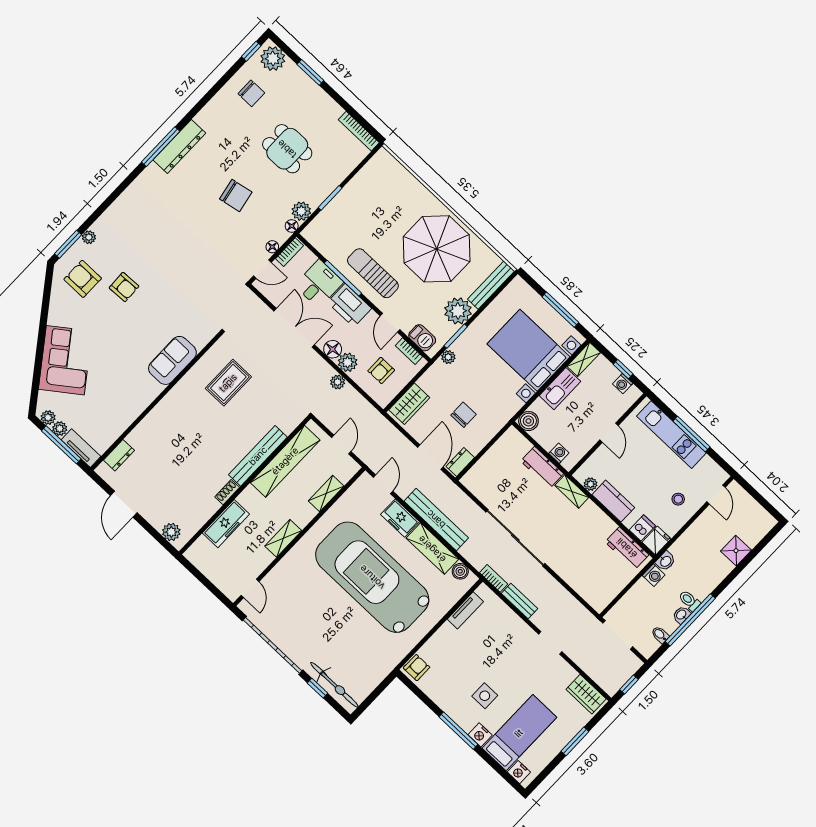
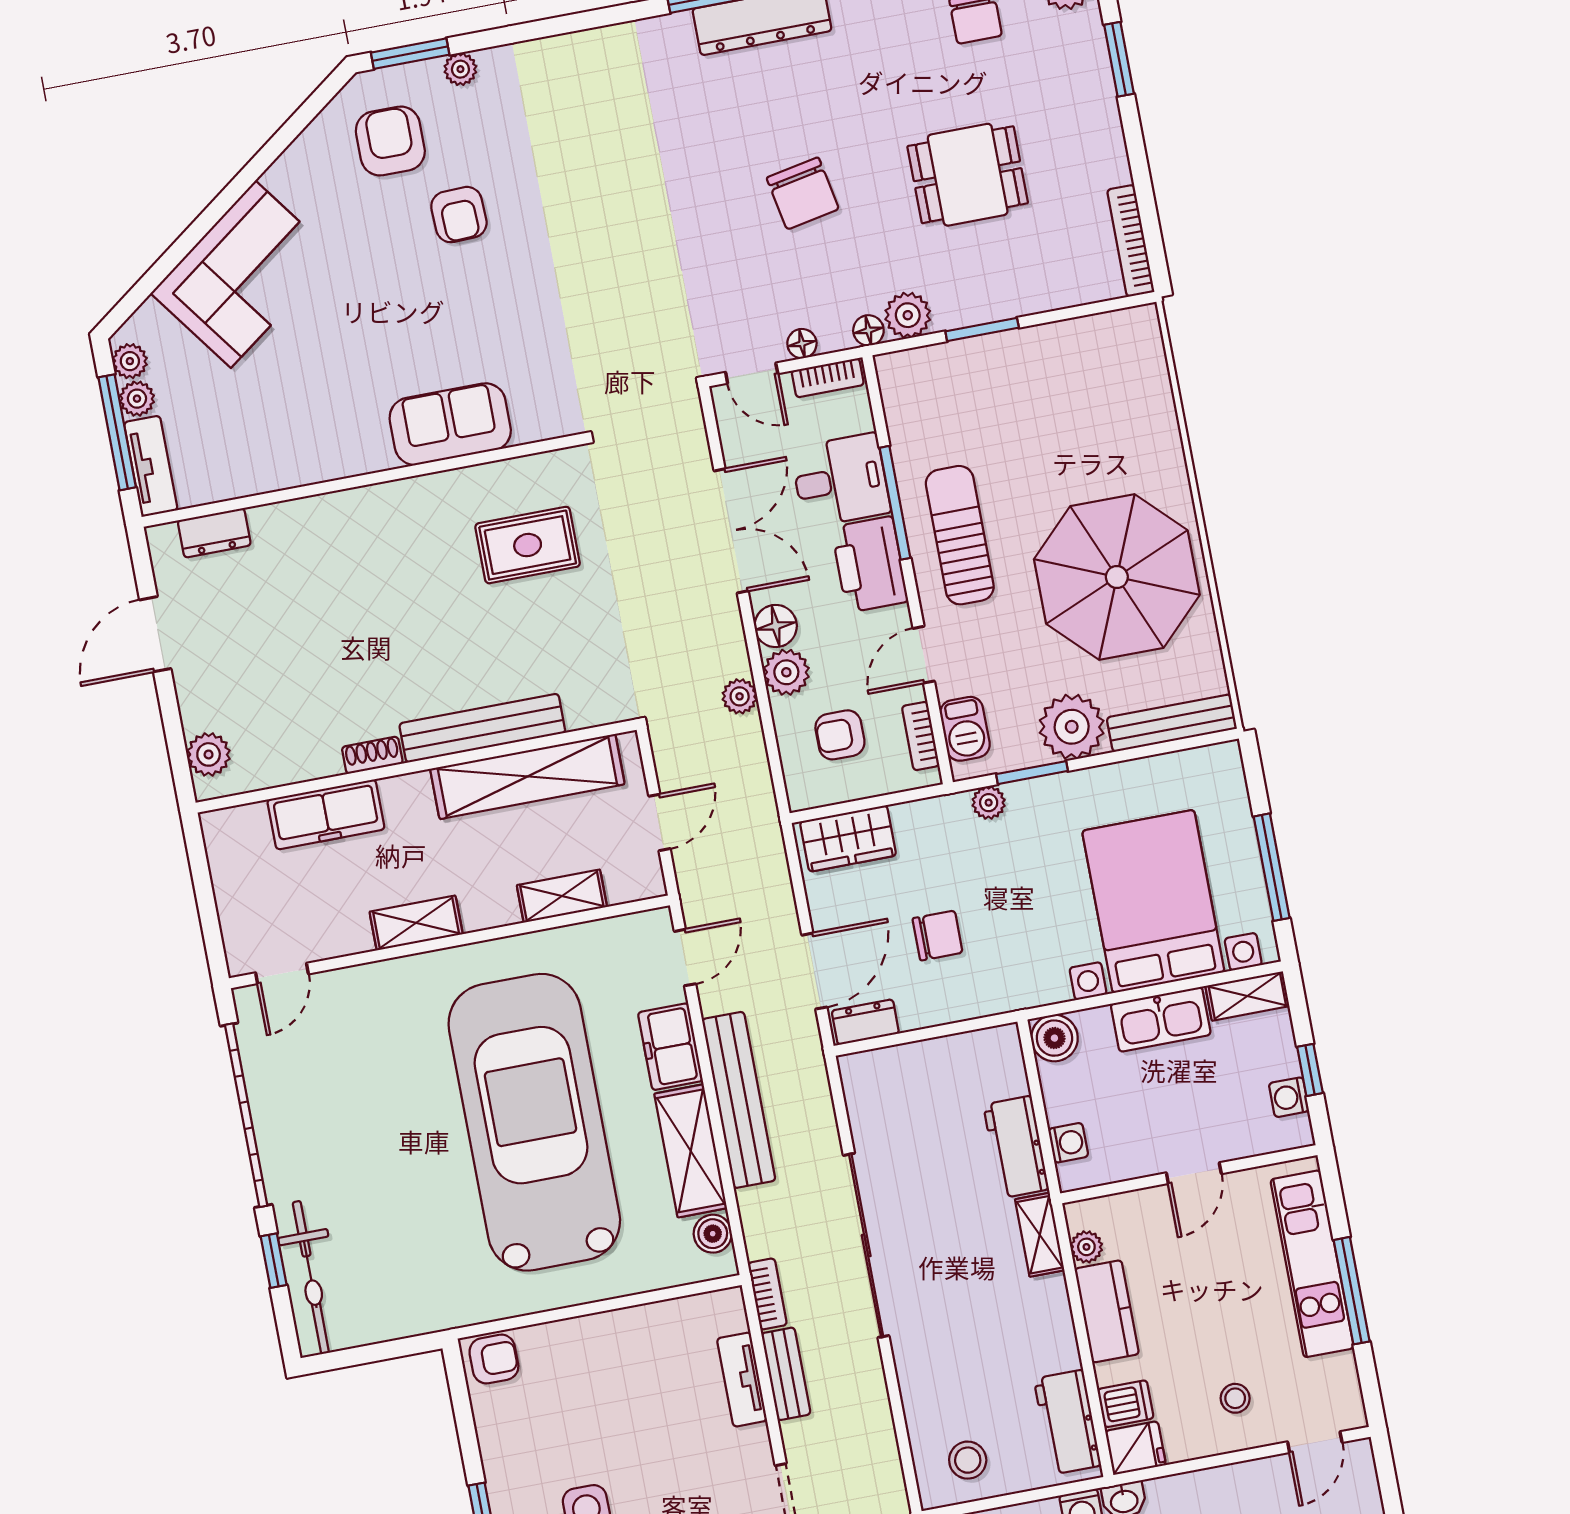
dining table: (287, 149) -> (968, 175), turned 90
stool: (602, 586) -> (968, 1460), added
tv unit: (465, 610) -> (742, 1380), moved, turned 90

